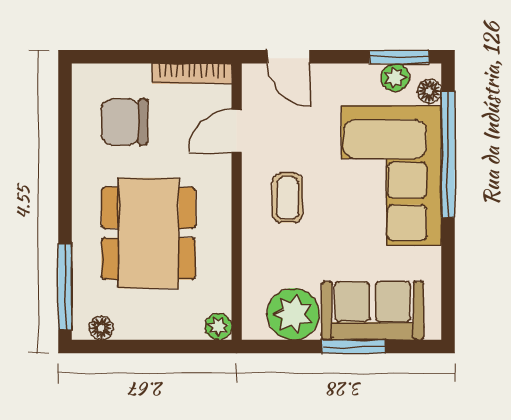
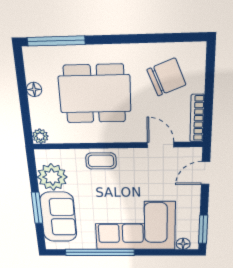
plant: (395, 78) -> (191, 227), removed
chair: (124, 122) -> (166, 77), turned 68
window: (448, 155) -> (100, 252), moved
coffee table: (287, 198) -> (101, 161), moved
floor lamp: (101, 328) -> (34, 89), moved

